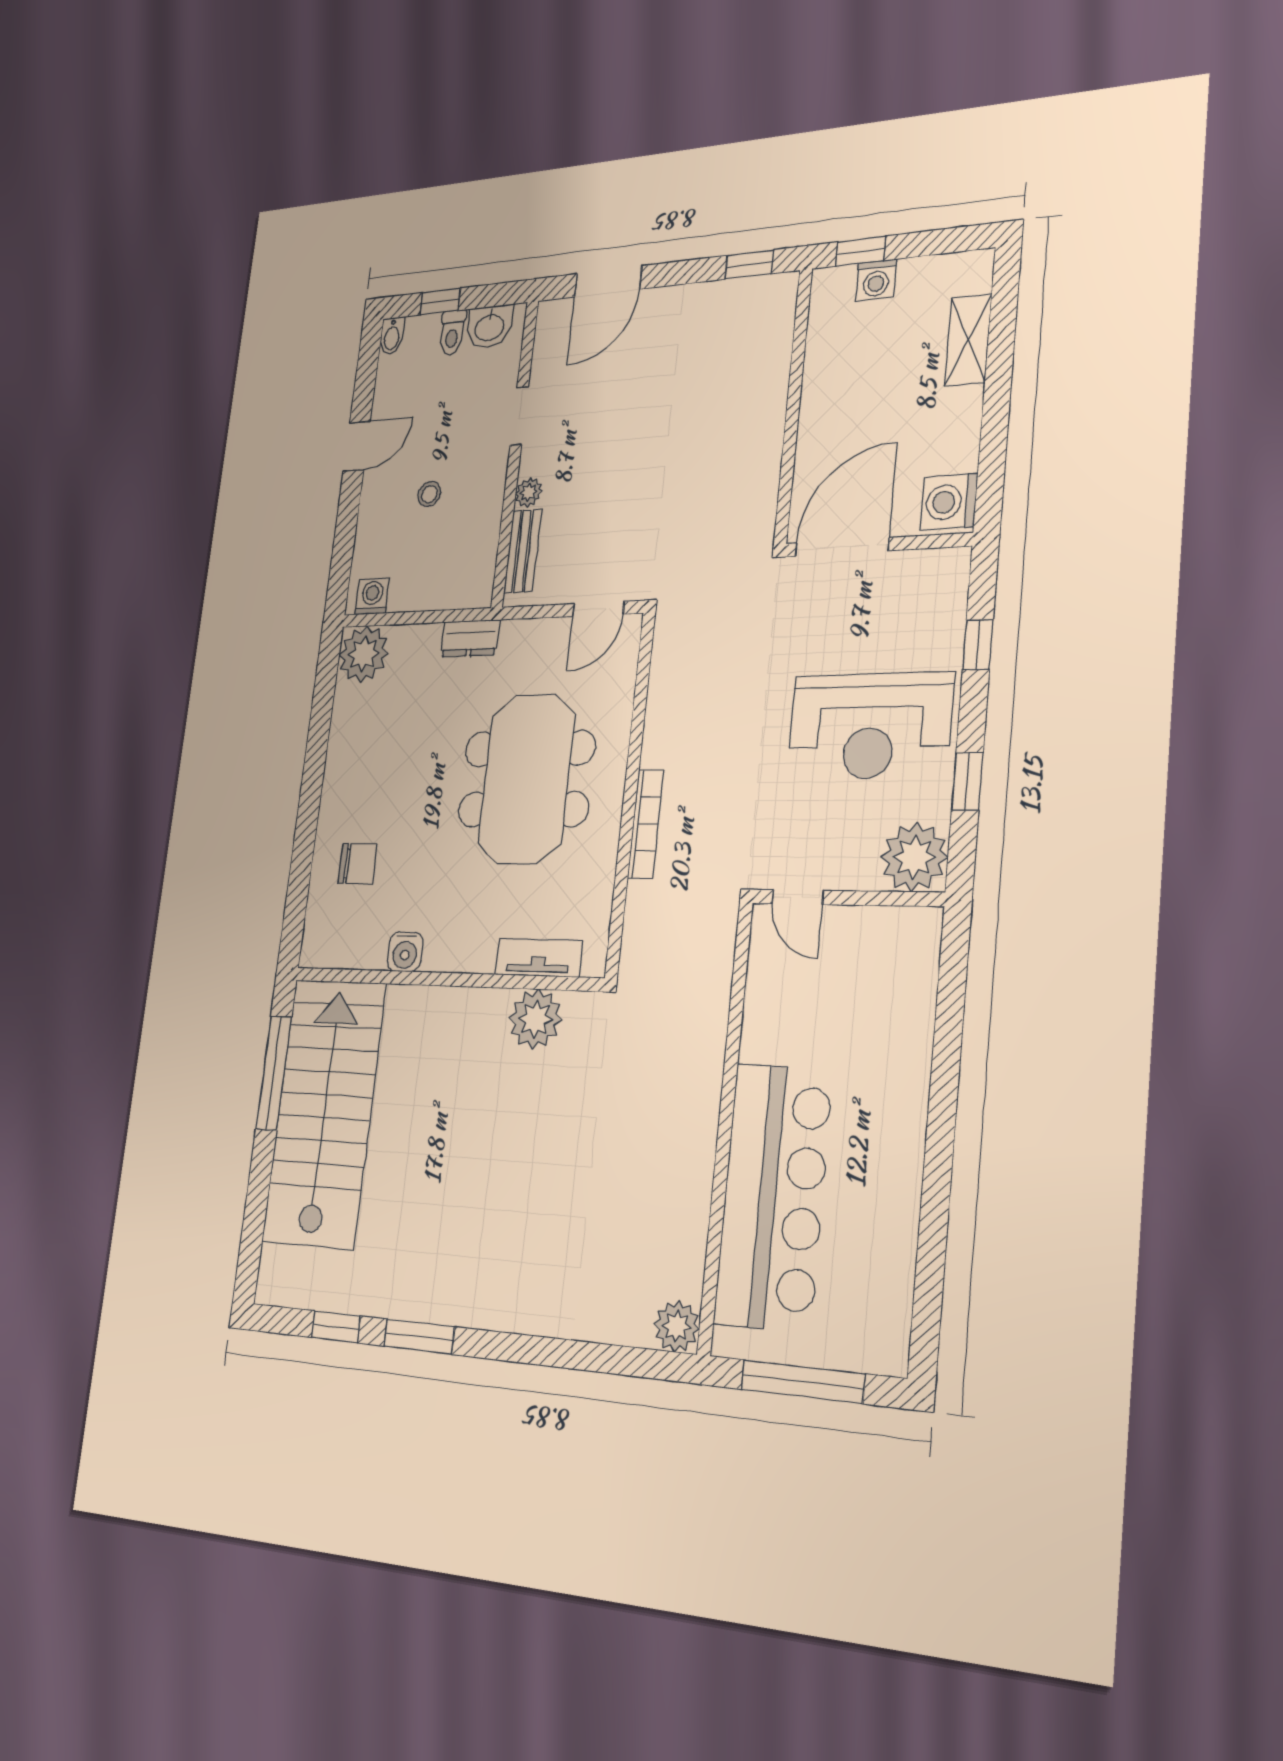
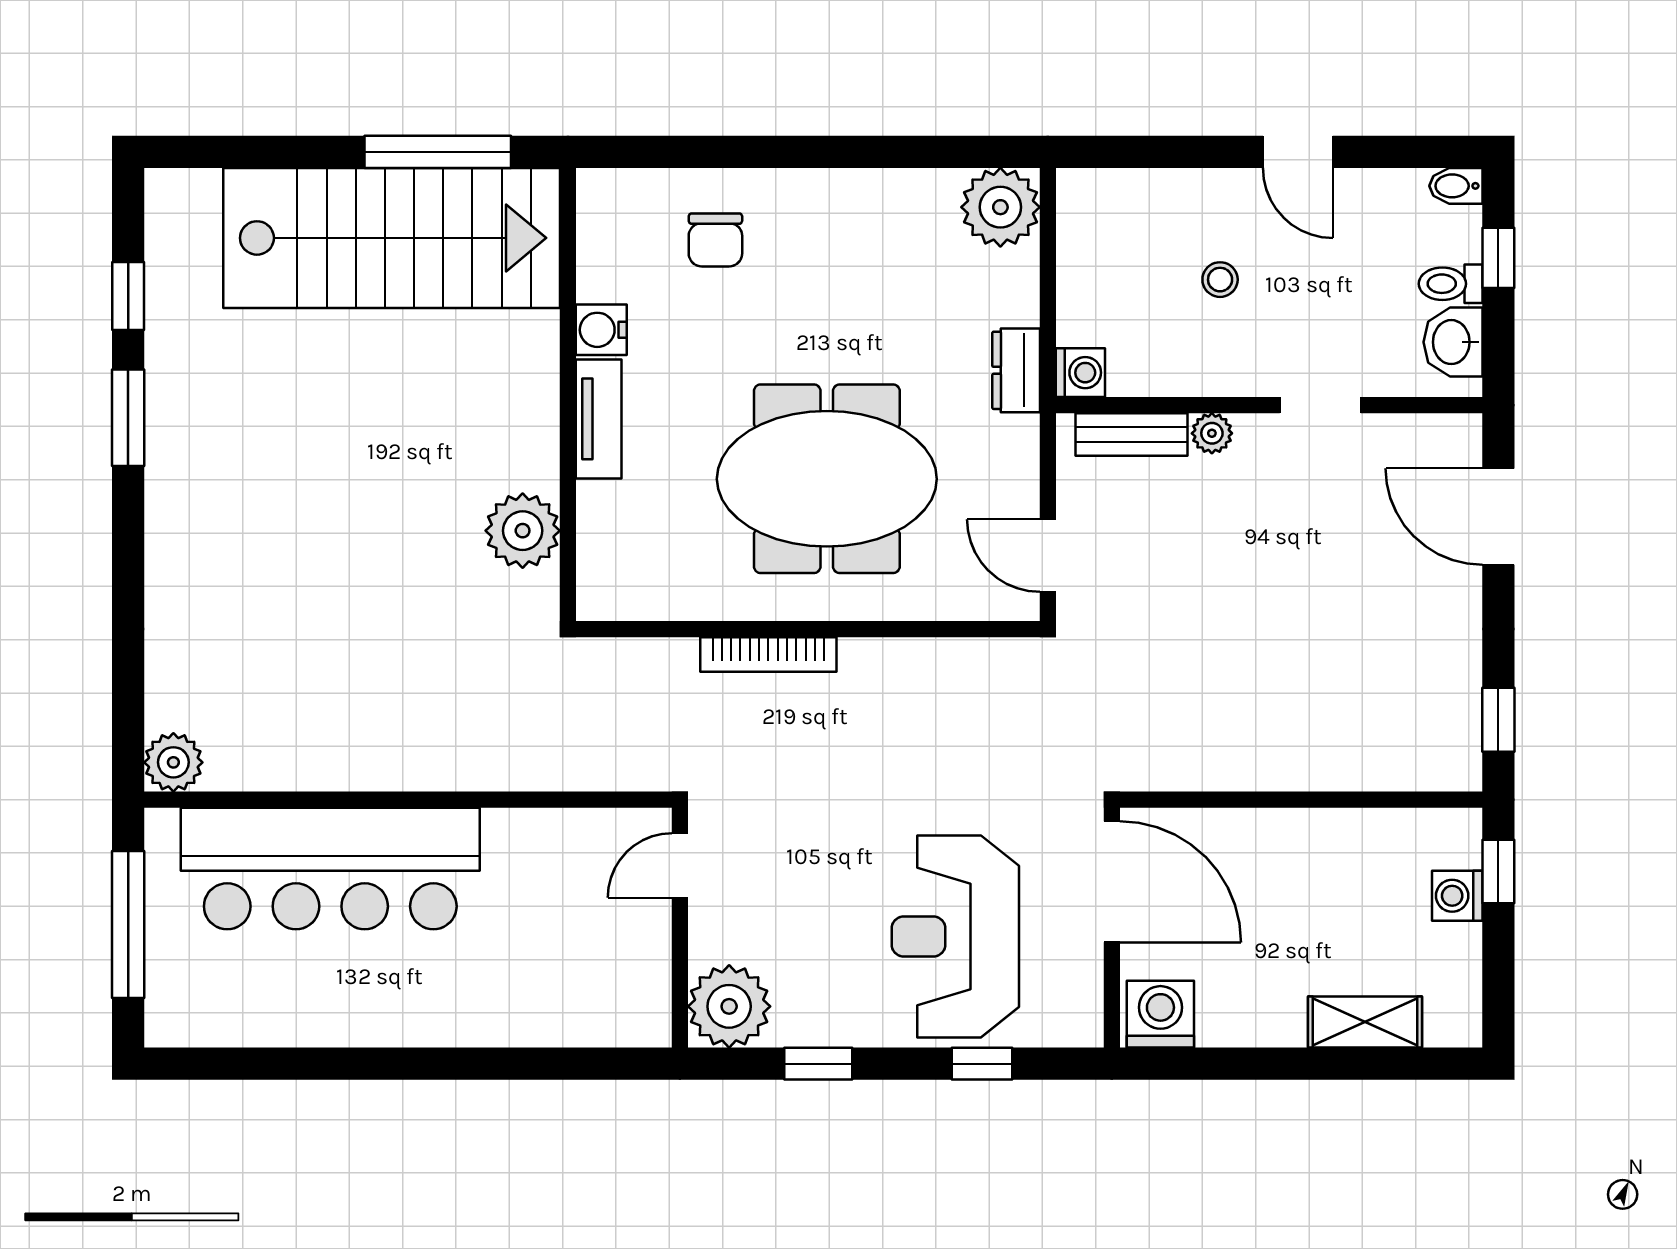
washing machine: (372, 597) -> (1080, 373), moved
reception desk: (870, 726) -> (955, 936), moved
tv unit: (539, 958) -> (599, 419), moved

